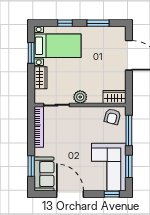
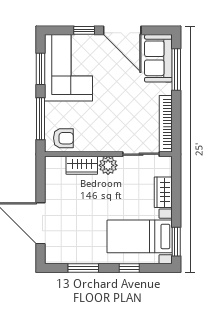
window: (31, 53) -> (176, 242), moved
wardrobe: (115, 97) -> (82, 165), moved
armchair: (112, 117) -> (63, 138), turned 75
window: (31, 166) -> (176, 70), width x1.44
window: (112, 194) -> (84, 30), moved

